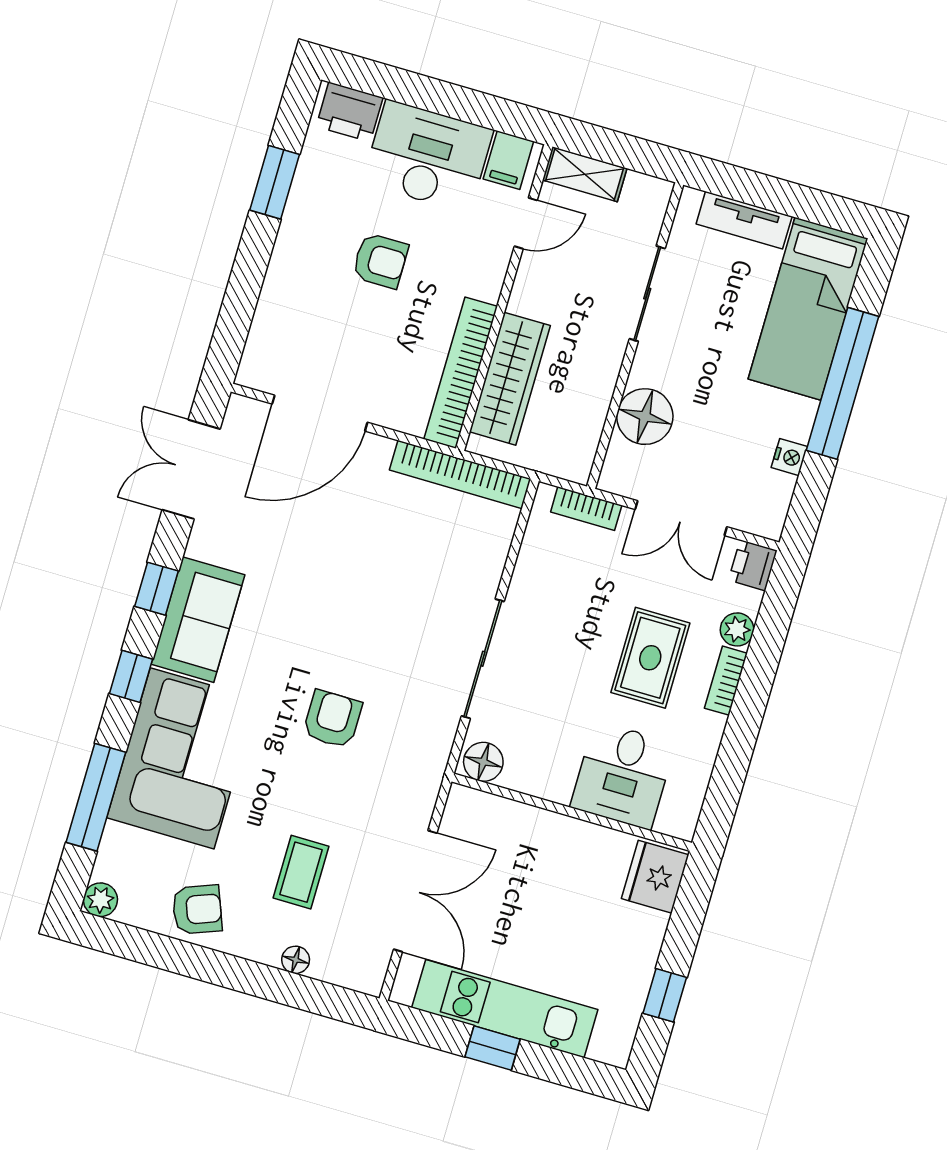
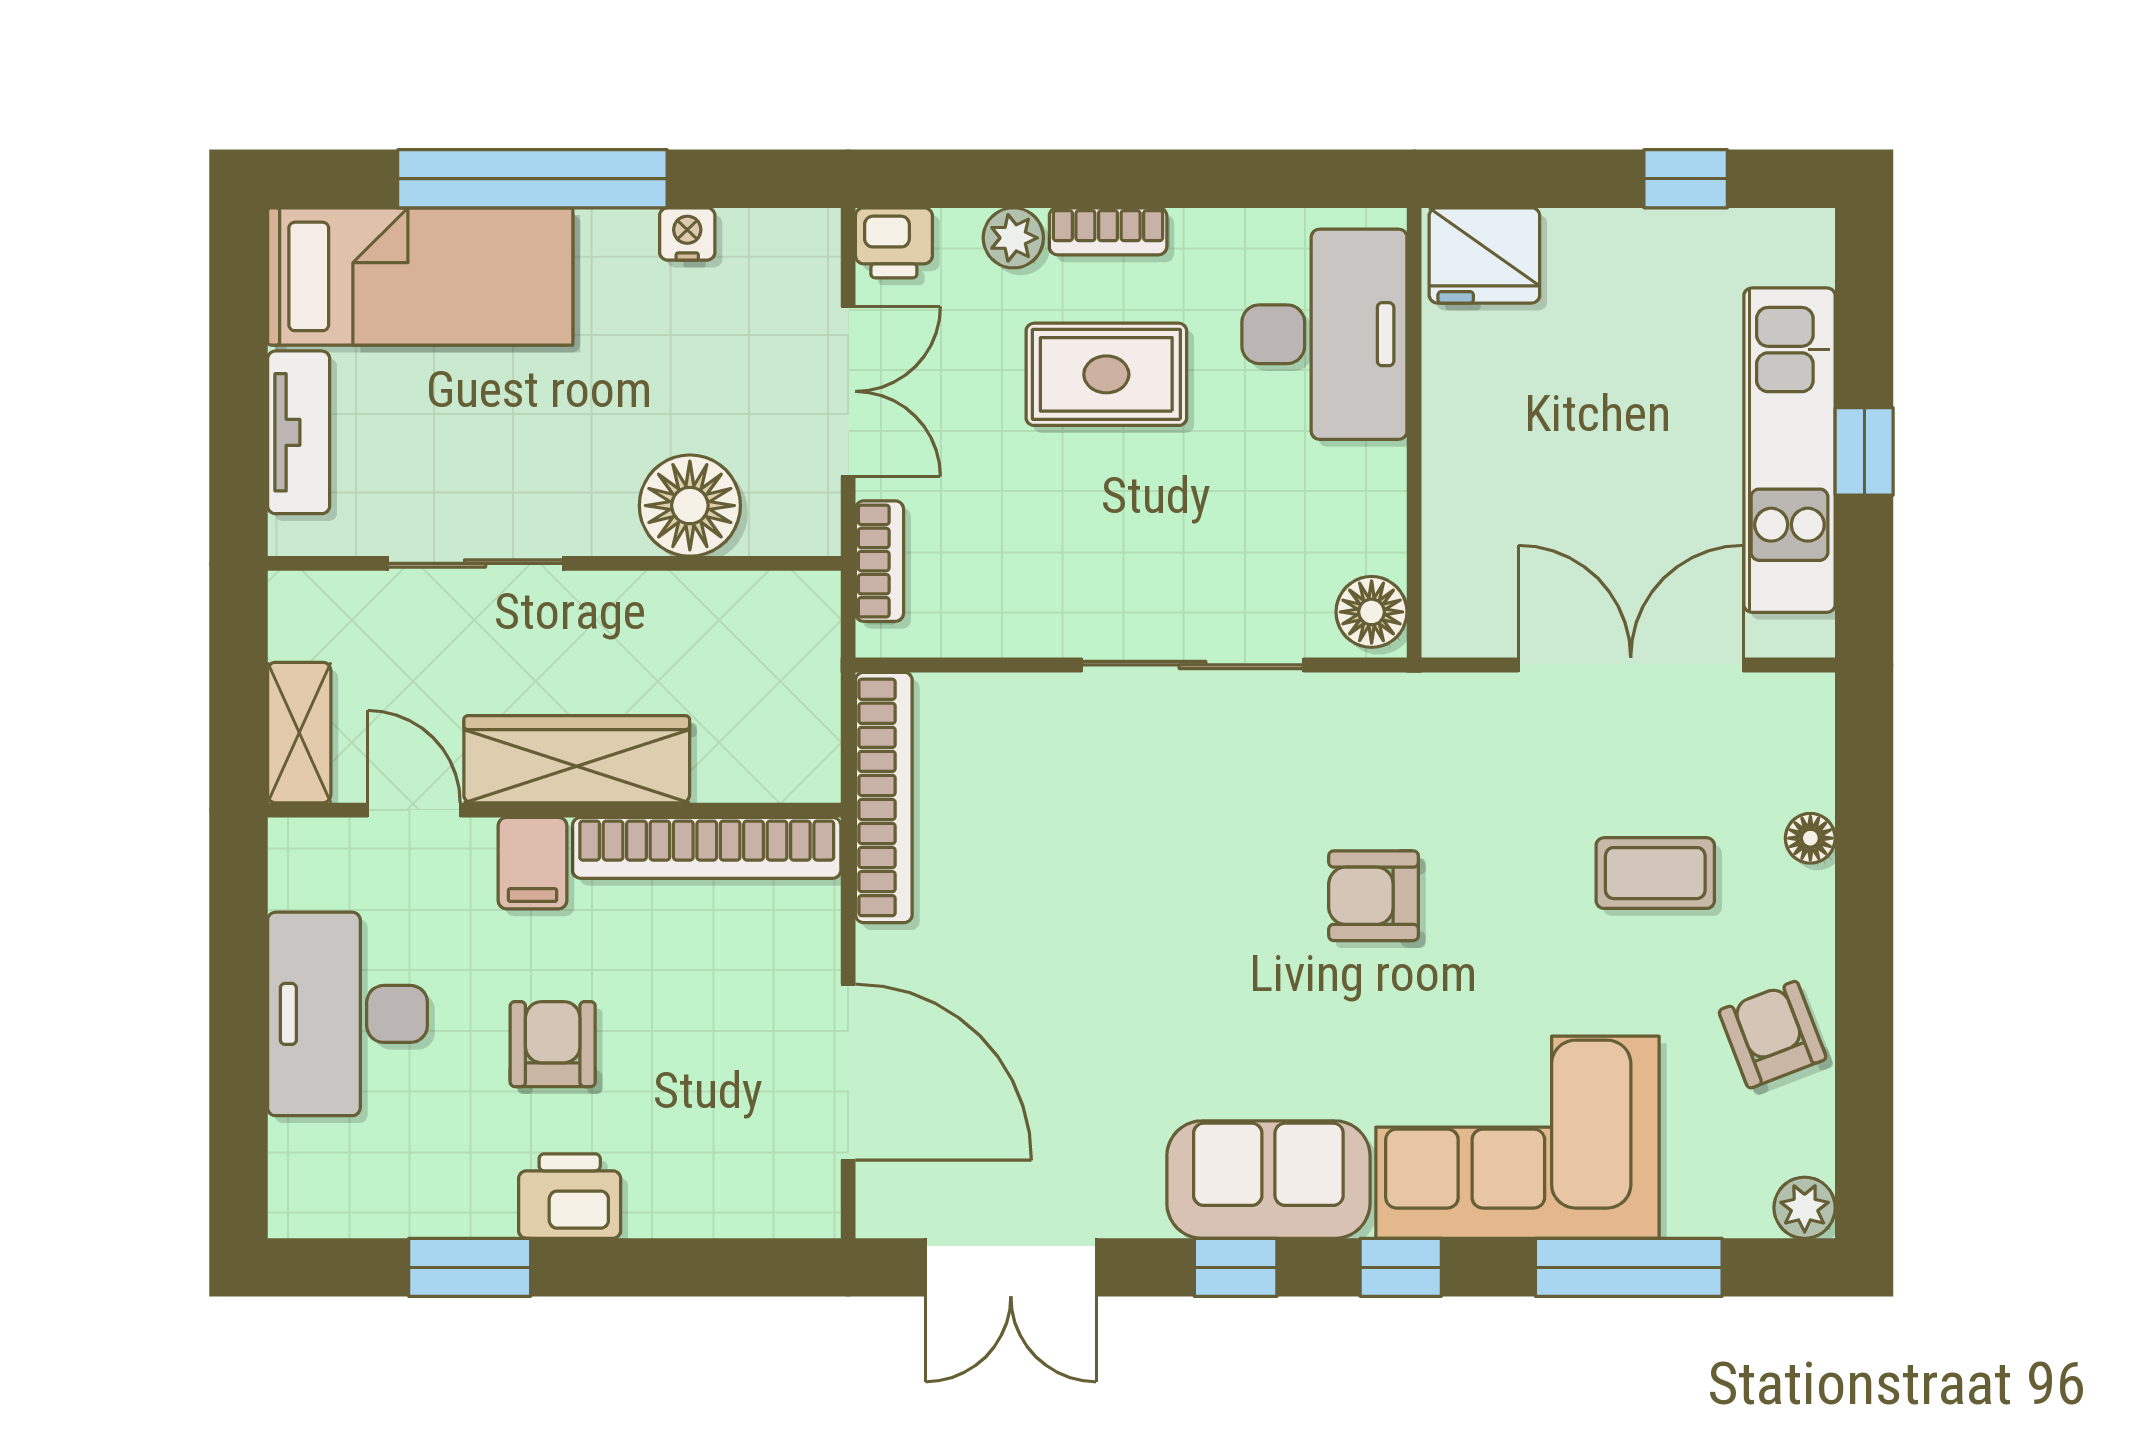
printer: (350, 112) -> (570, 1196), moved, turned -90
filing cabinet: (508, 160) -> (533, 863), moved, turned 90
wardrobe: (510, 379) -> (577, 759), moved
desk: (623, 775) -> (1324, 334), width x1.37

